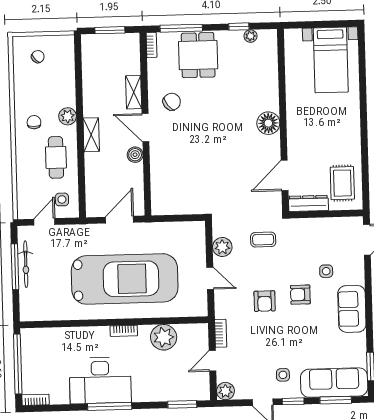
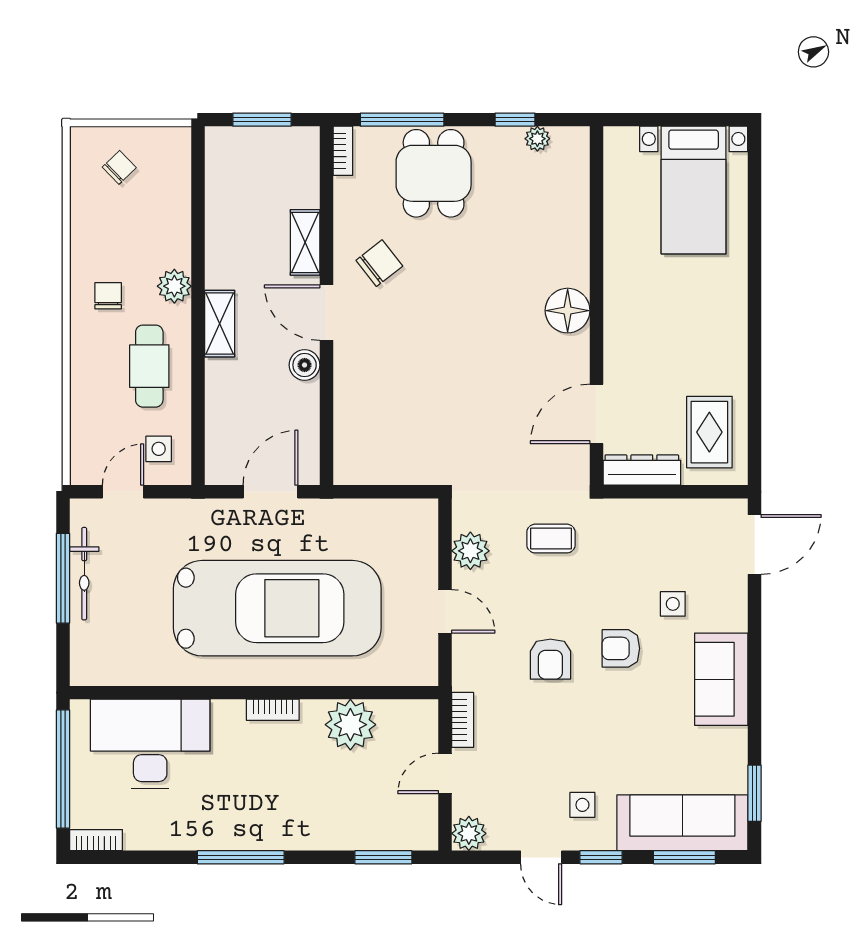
desk: (100, 381) -> (150, 744), moved, turned 180

